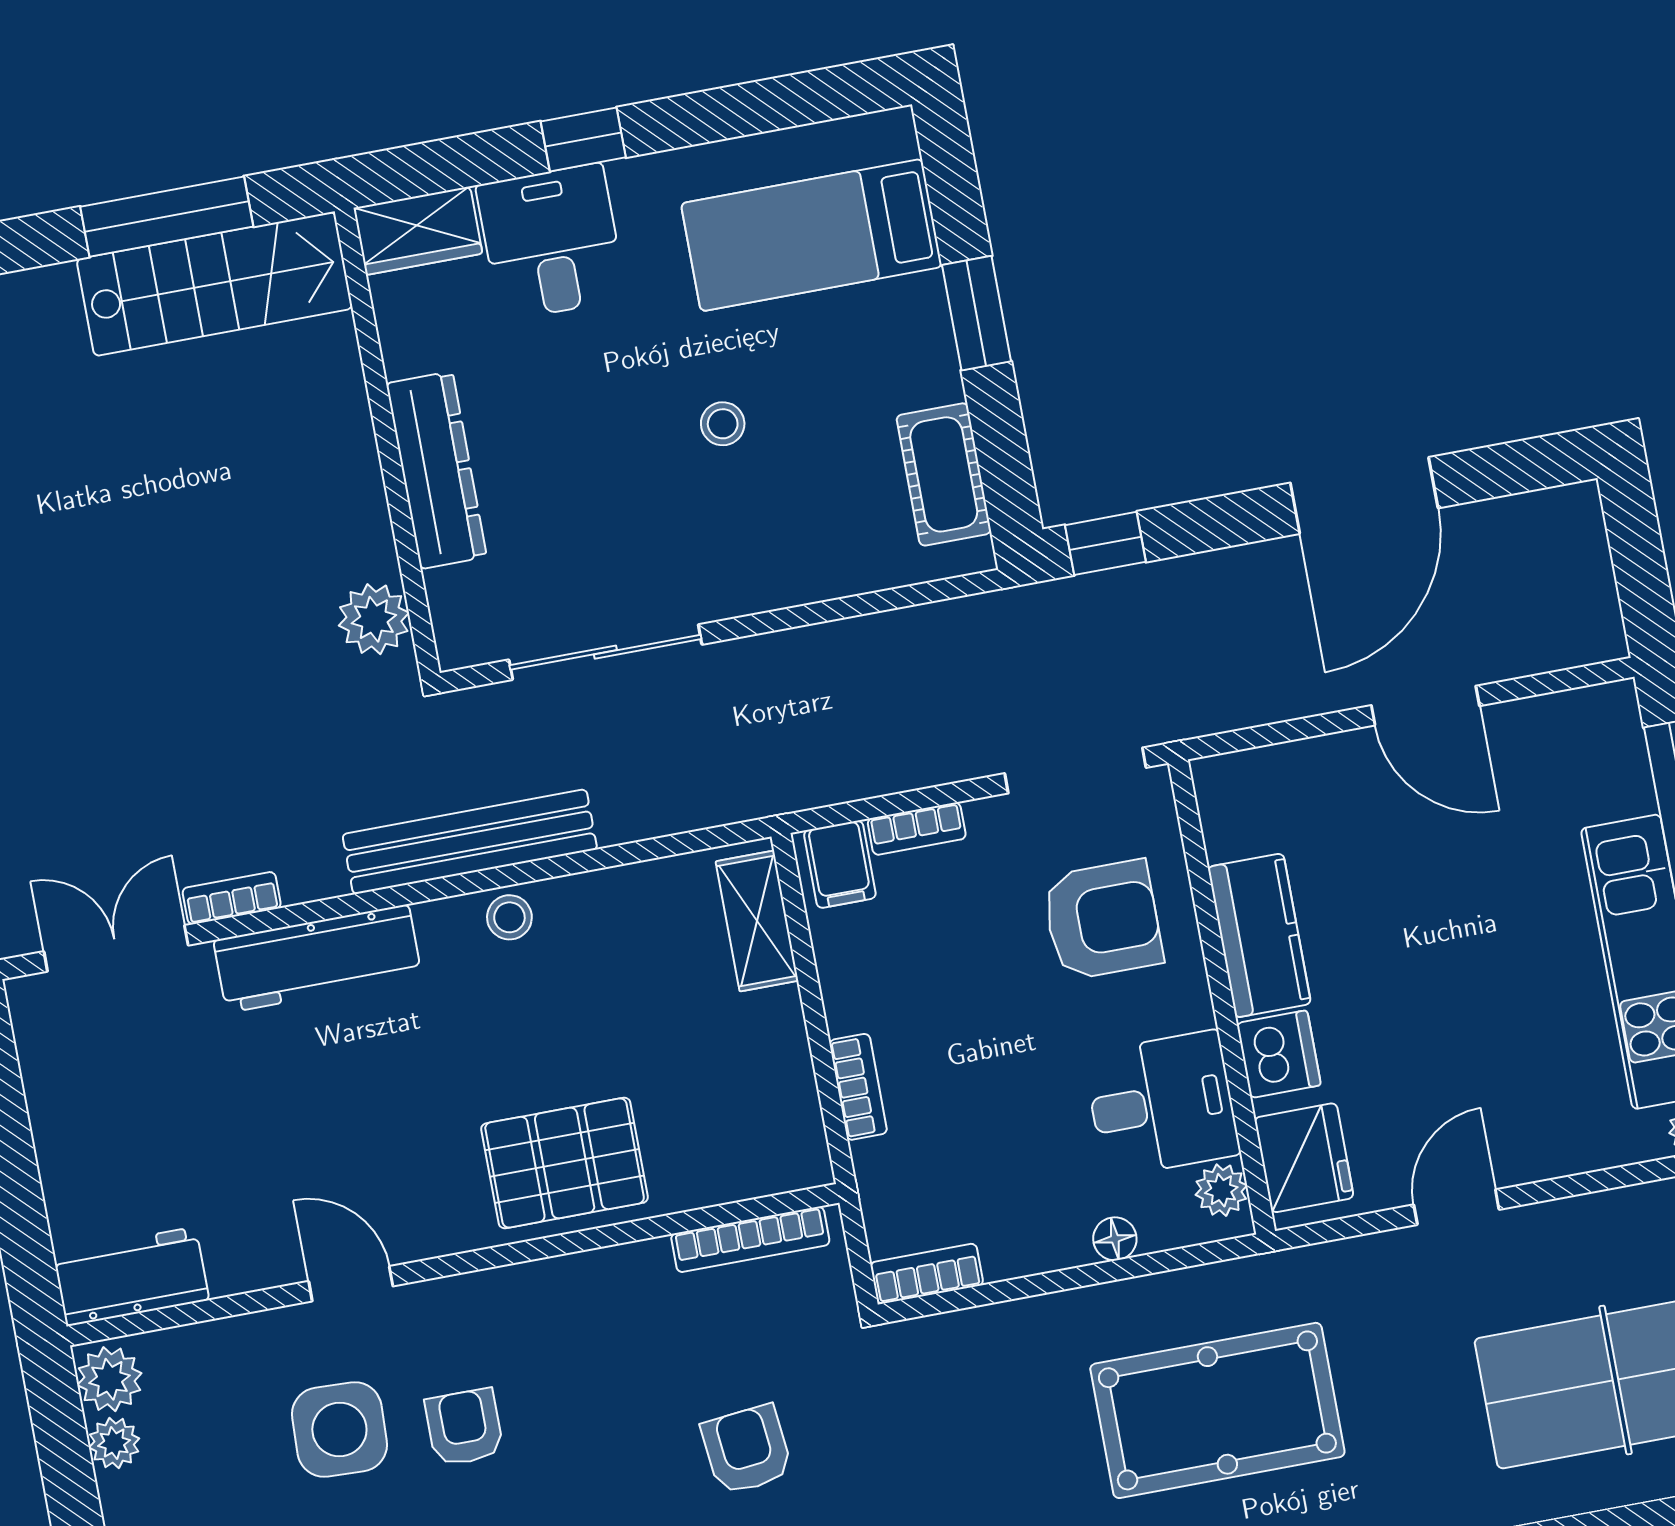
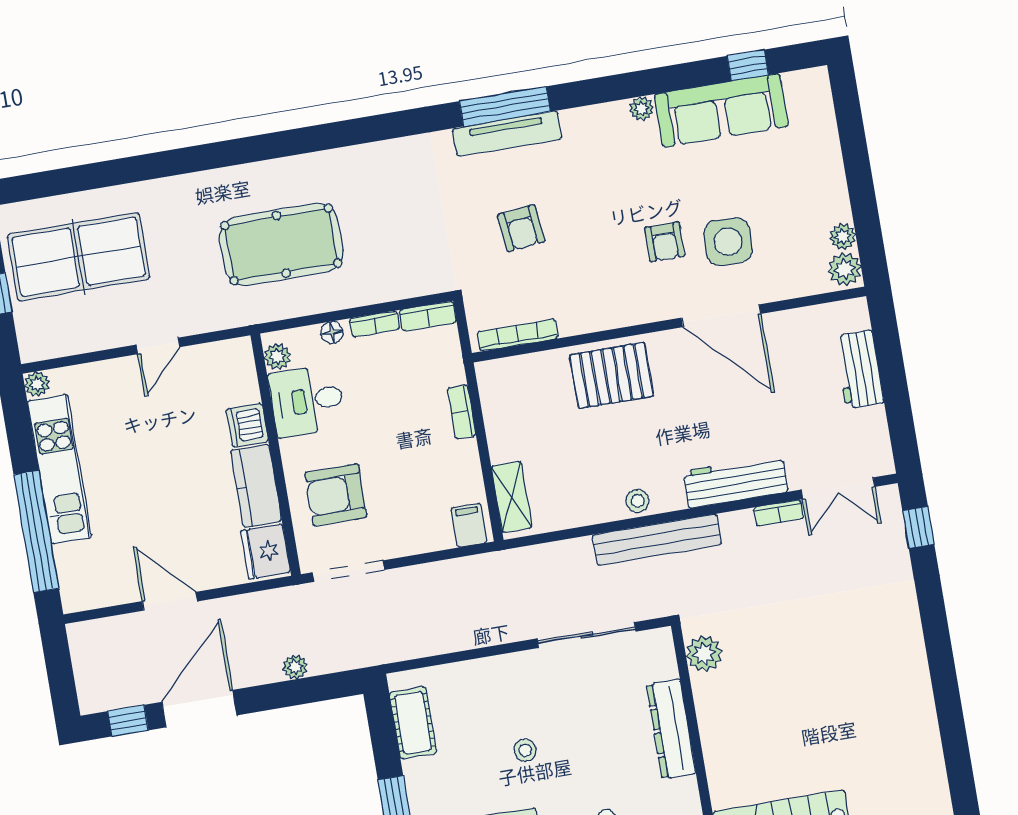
window: (1105, 543) -> (128, 721), moved
plant: (1177, 580) -> (295, 667), added
bookcase: (917, 829) -> (375, 324), moved, turned 180
fridge: (1304, 1158) -> (266, 551), moved
workbench: (131, 1277) -> (859, 369), moved, turned 90
door: (351, 1284) -> (721, 316), width x1.88

